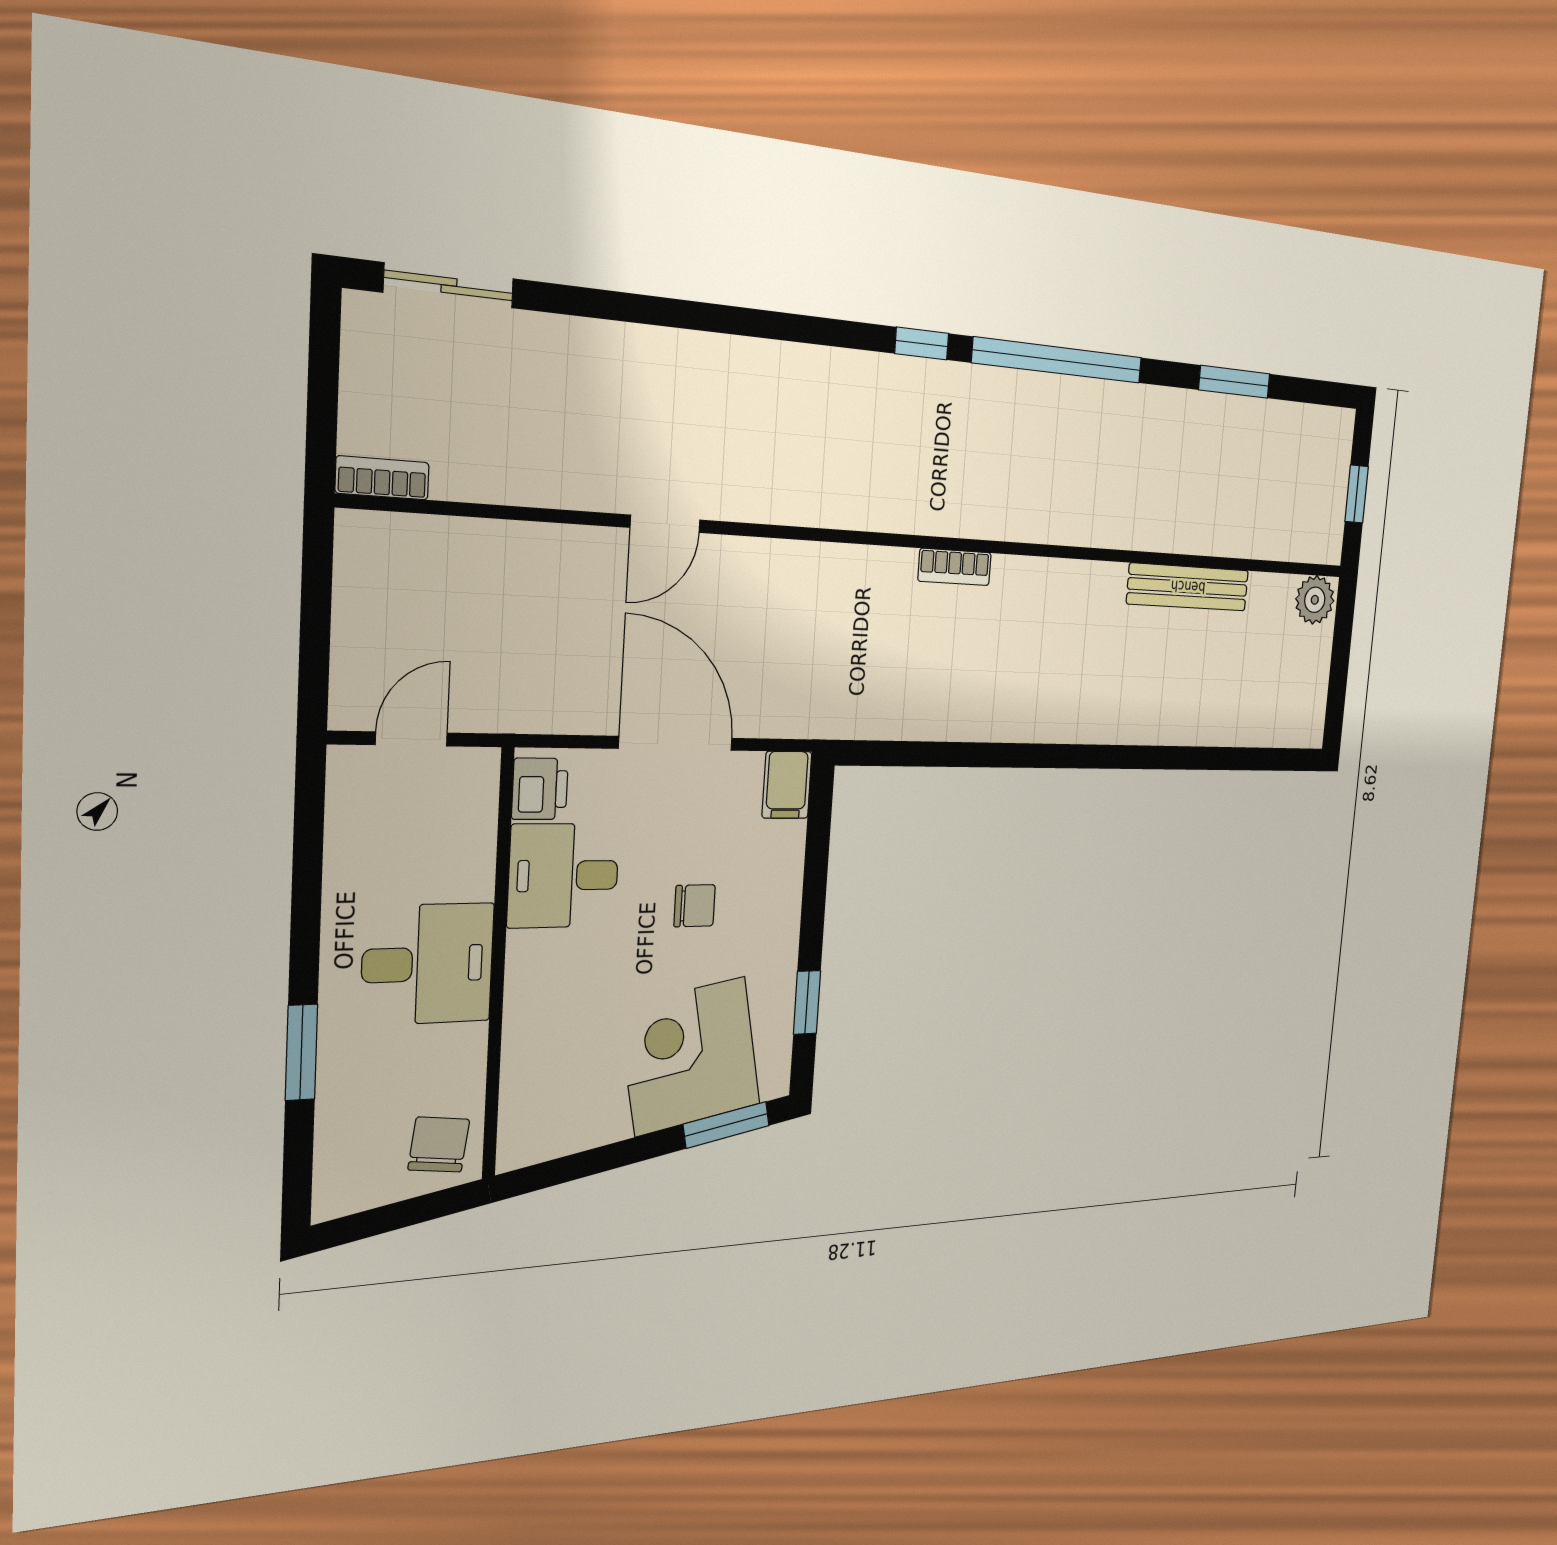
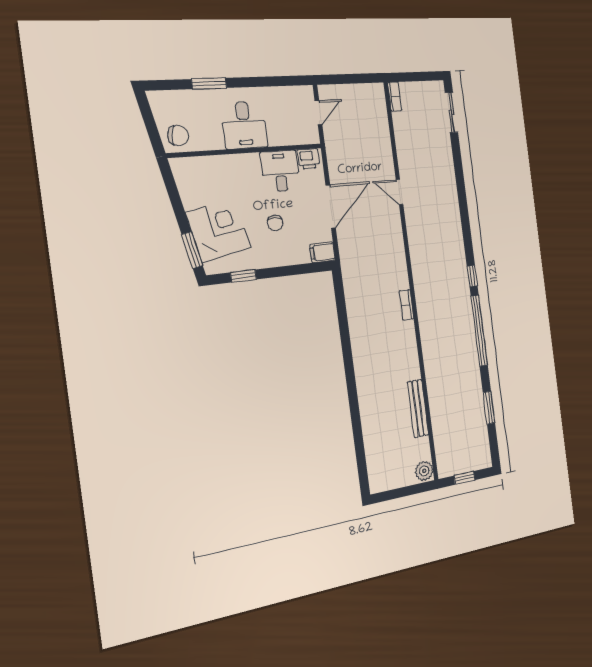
door: (411, 739) -> (318, 113), hinge flipped

